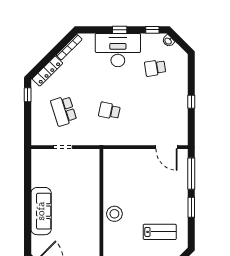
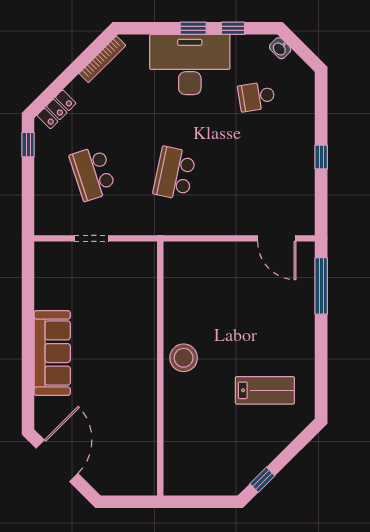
window: (152, 30) -> (233, 28), moved
locker: (48, 71) -> (57, 109), width x0.66
school desk: (109, 111) -> (175, 173), width x1.85
window: (191, 207) -> (321, 346), removed

